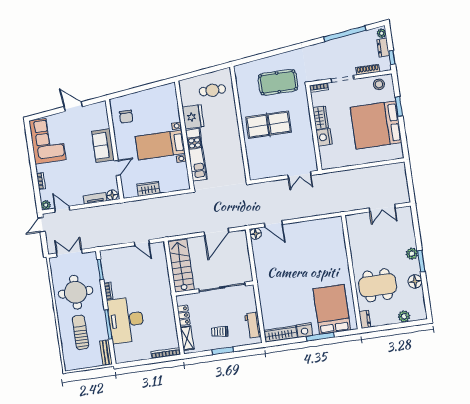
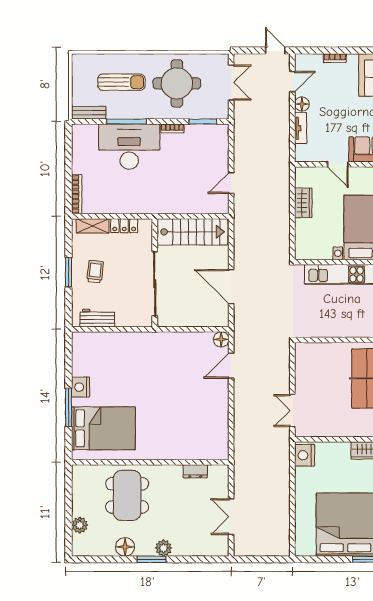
nightstand: (324, 137) -> (305, 455), moved, turned -90
floor lamp: (112, 195) -> (302, 104), moved
plant: (46, 205) -> (301, 60), removed
dresser: (365, 319) -> (195, 471), moved
wardrobe: (280, 334) -> (80, 354), removed

